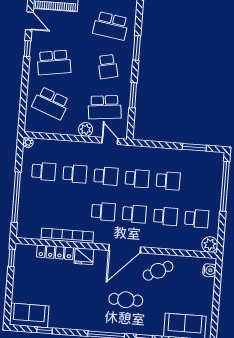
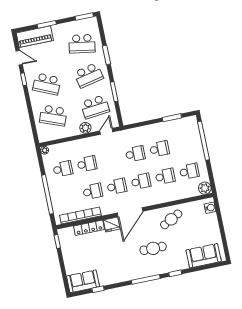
school desk: (54, 62) -> (47, 84), turned 33
school desk: (108, 67) -> (89, 75), width x1.85
door: (110, 141) -> (106, 131), hinge flipped
school desk: (106, 176) -> (93, 191), moved
bookcase: (67, 236) -> (80, 215), moved
door: (125, 249) -> (130, 212), moved

